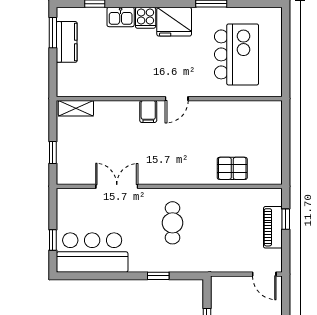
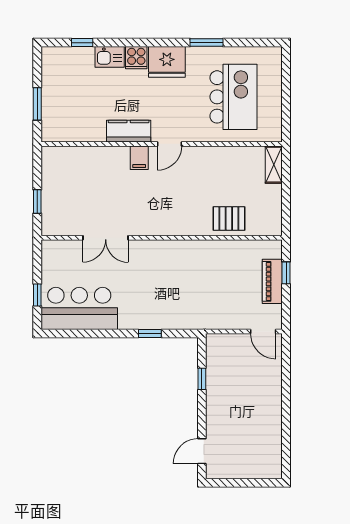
window: (53, 33) -> (37, 104), moved
kitchen counter: (67, 42) -> (129, 131), moved, turned -90
shelving: (76, 108) -> (274, 165), moved, turned 90
double door: (117, 186) -> (106, 238), swing flipped
cafe table: (172, 223) -> (165, 277), removed

